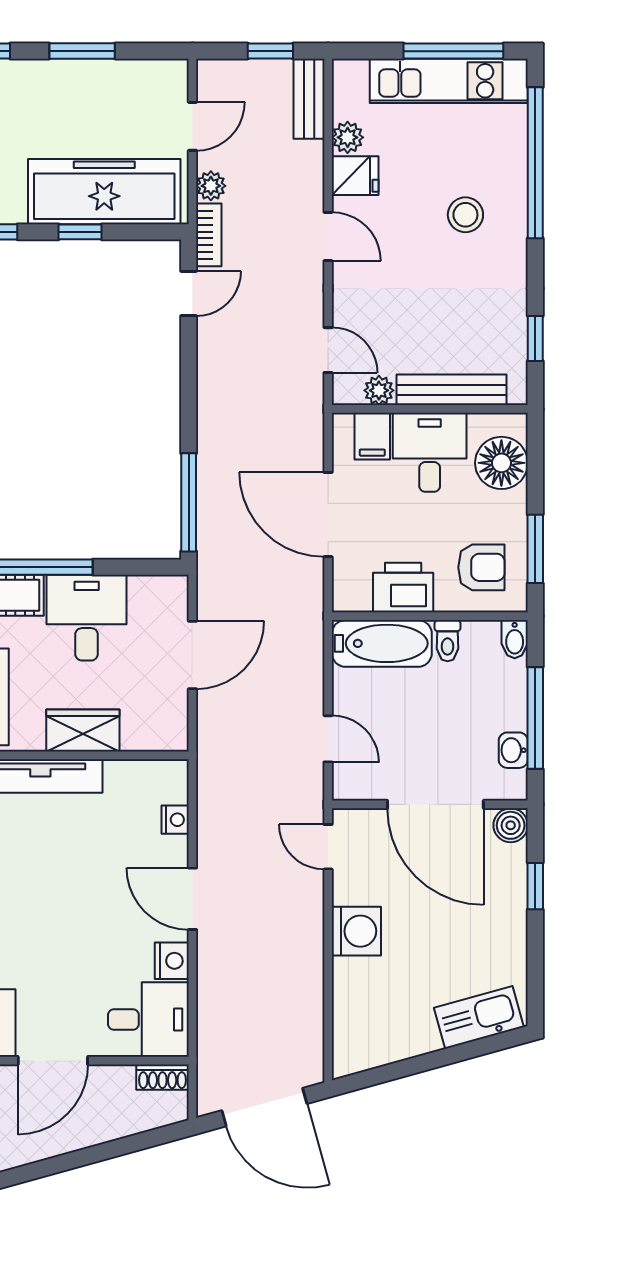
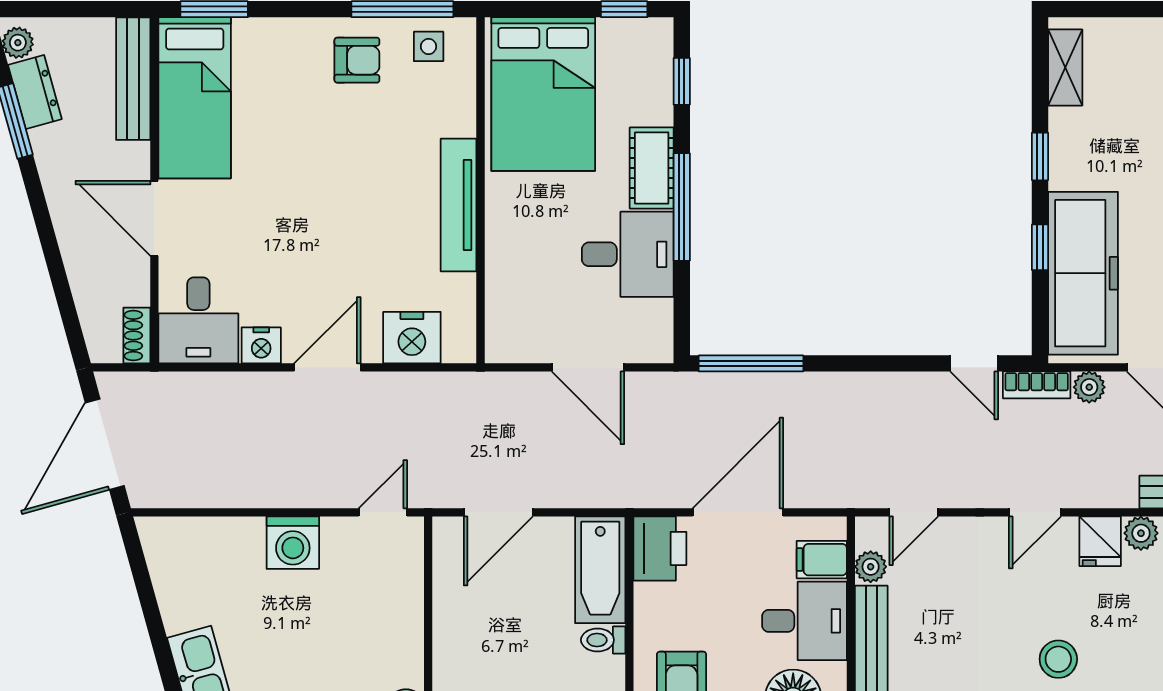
printer: (403, 588) -> (660, 548), moved
wardrobe: (83, 731) -> (507, 250), removed
door: (328, 739) -> (498, 512), width x1.37
door: (435, 804) -> (428, 627), removed
nightstand: (175, 820) -> (412, 338), width x1.89, depth x1.79

